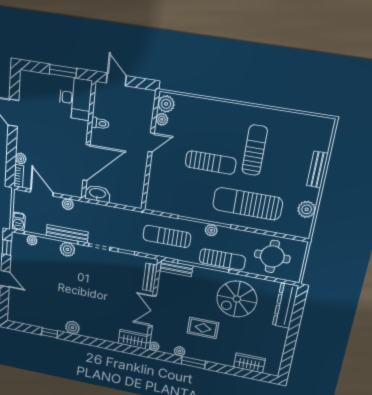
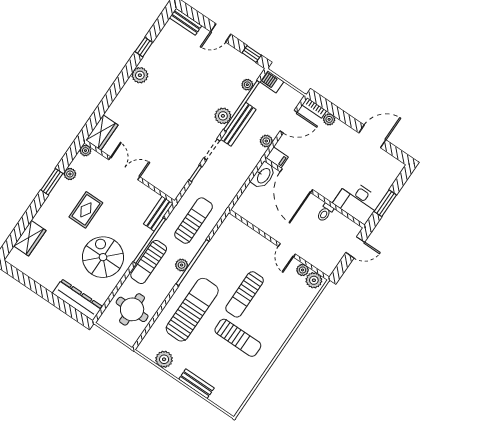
filing cabinet: (76, 189) -> (277, 157), added
bench: (150, 277) -> (186, 22), moved

